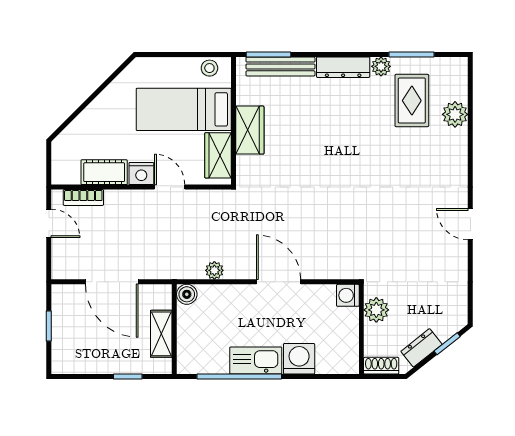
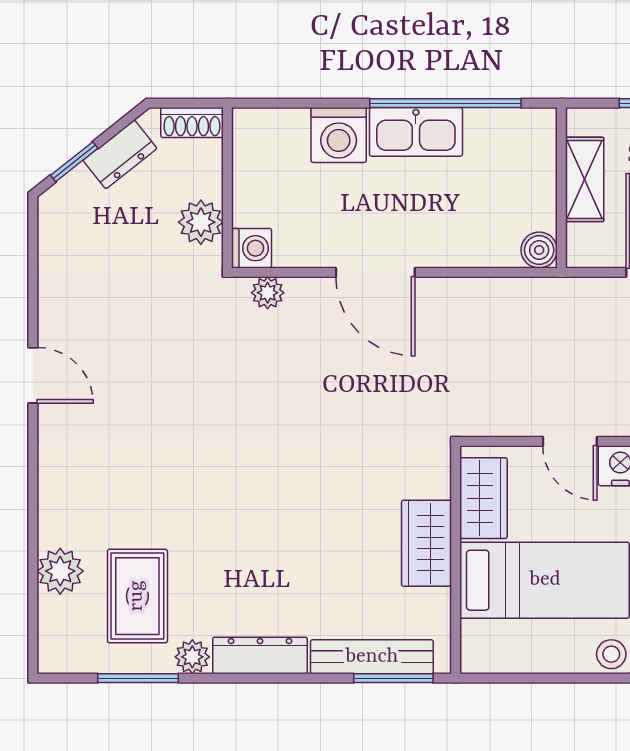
stool: (209, 68) -> (611, 654), moved
plant: (214, 270) -> (268, 293), moved

